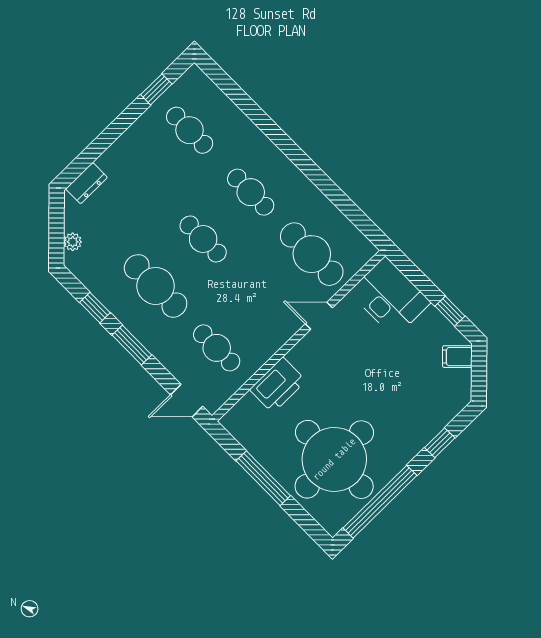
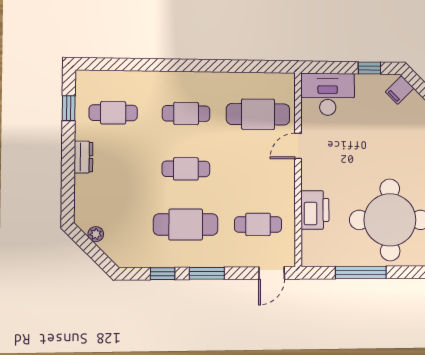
dresser: (87, 183) -> (83, 157), moved
plant: (73, 242) -> (96, 234), moved

